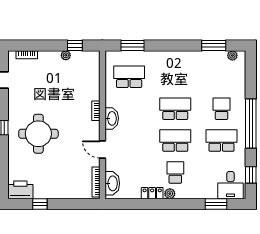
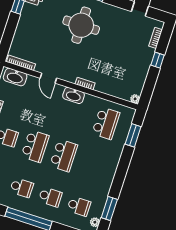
window: (75, 45) -> (158, 60), moved
plant: (66, 55) -> (135, 99), moved
school desk: (222, 77) -> (79, 206), added
school desk: (222, 141) -> (22, 188), width x0.54
door: (102, 149) -> (48, 78), swing flipped

